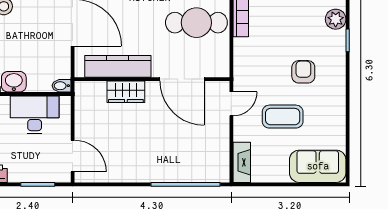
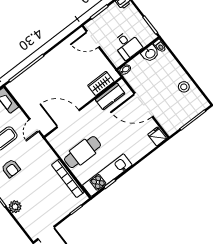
kitchen counter: (118, 66) -> (110, 96), width x0.67
wardrobe: (126, 92) -> (101, 83), moved
desk: (35, 115) -> (127, 45), width x0.73

